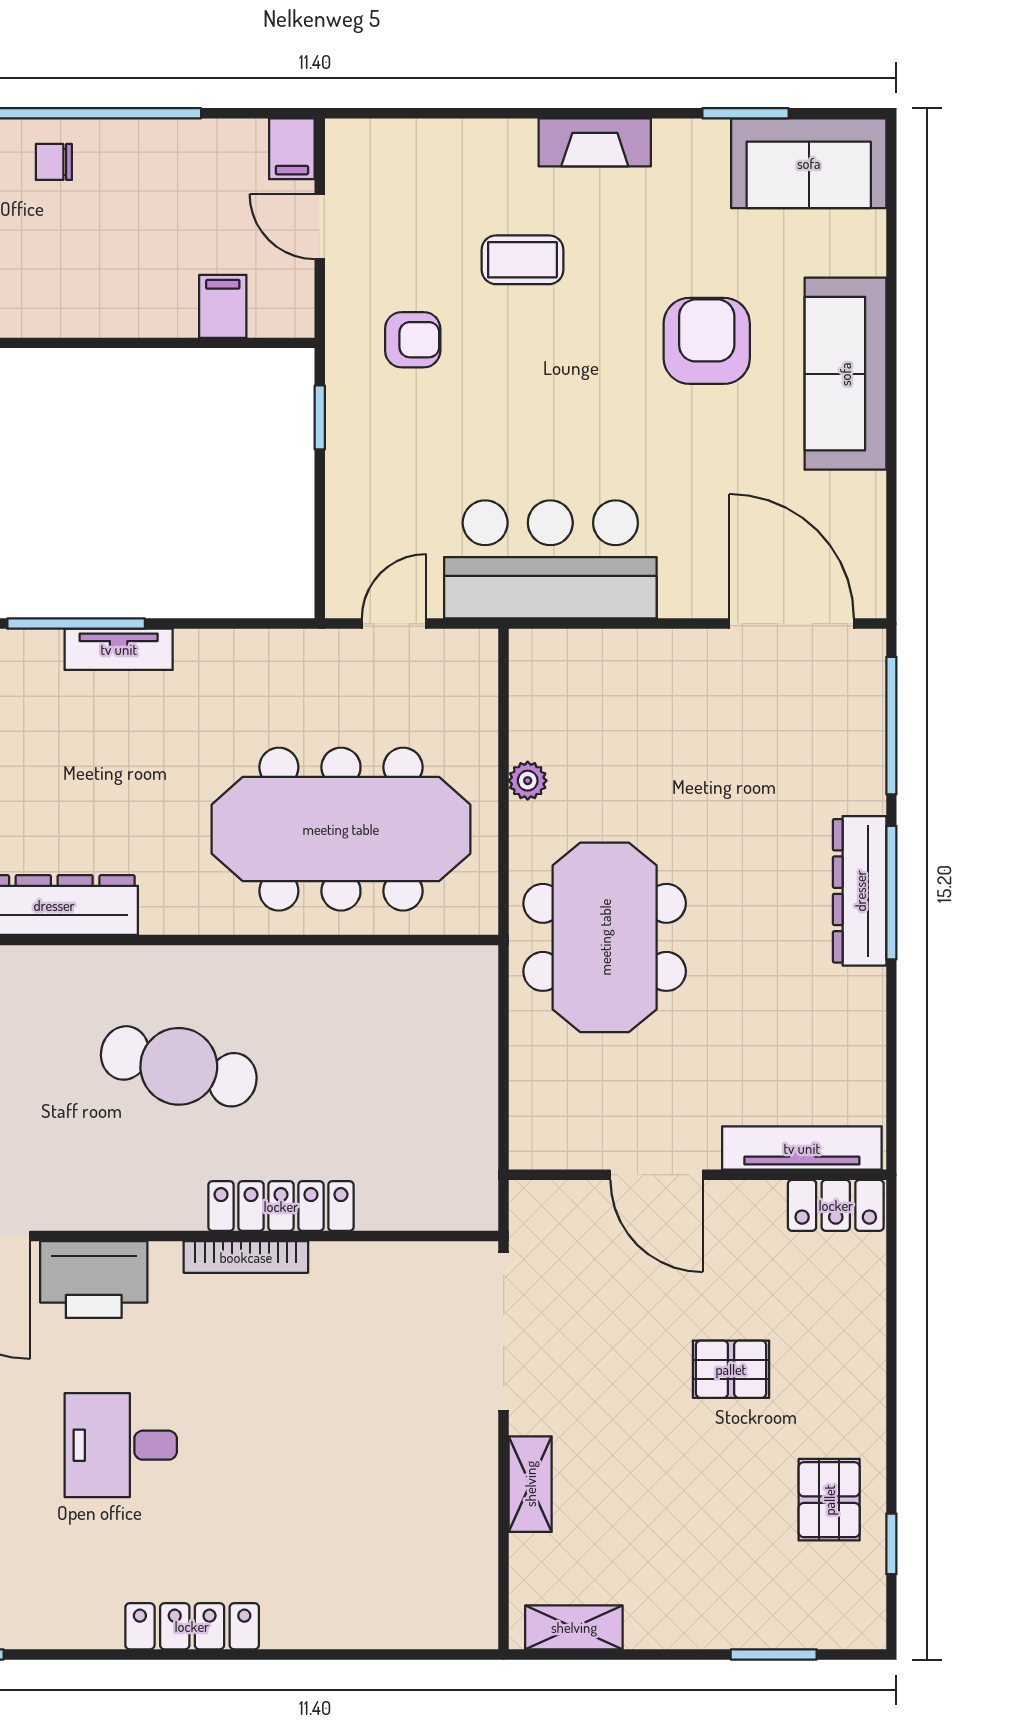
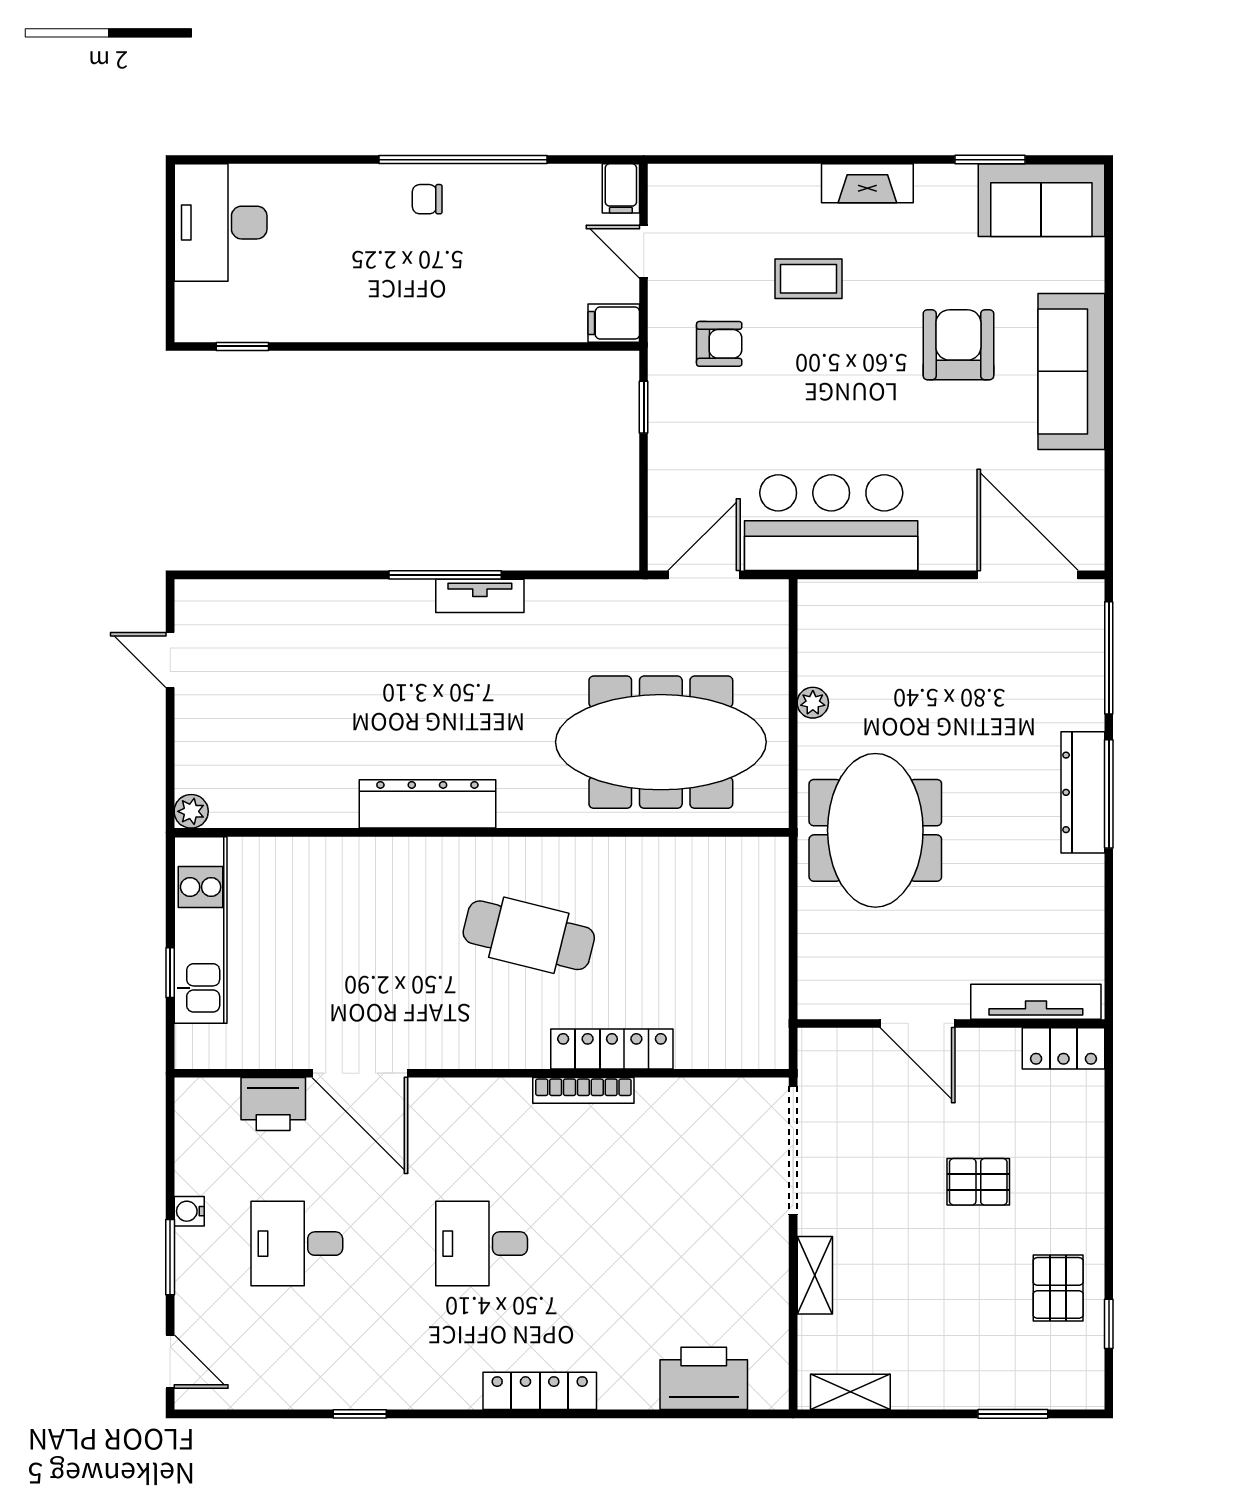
filing cabinet: (223, 306) -> (614, 323), moved, turned -90
door: (394, 624) -> (704, 575), width x1.38
printer: (94, 1280) -> (704, 1378), moved, turned 180

